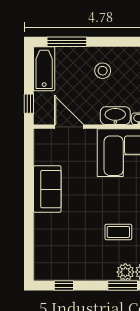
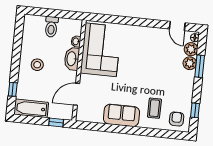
window: (67, 42) -> (13, 89), width x0.46
coffee table: (118, 232) -> (154, 108), moved
armchair: (50, 262) -> (177, 119), added

